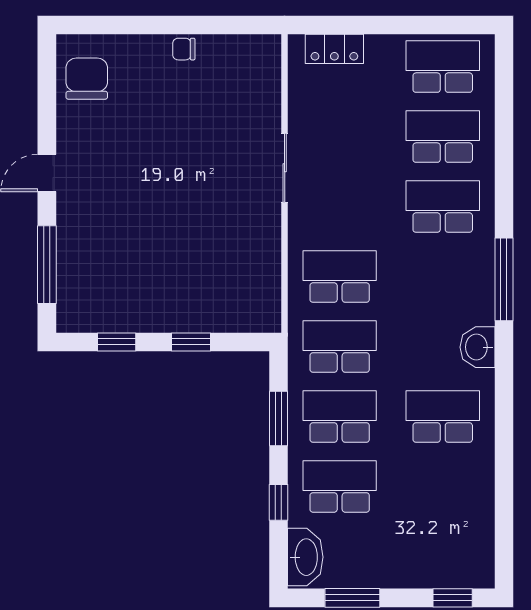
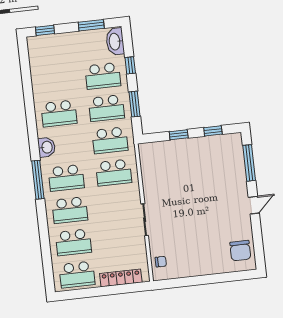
chair: (184, 49) -> (161, 262), moved
locker: (334, 49) -> (121, 278), width x1.53
school desk: (443, 276) -> (66, 178), added

